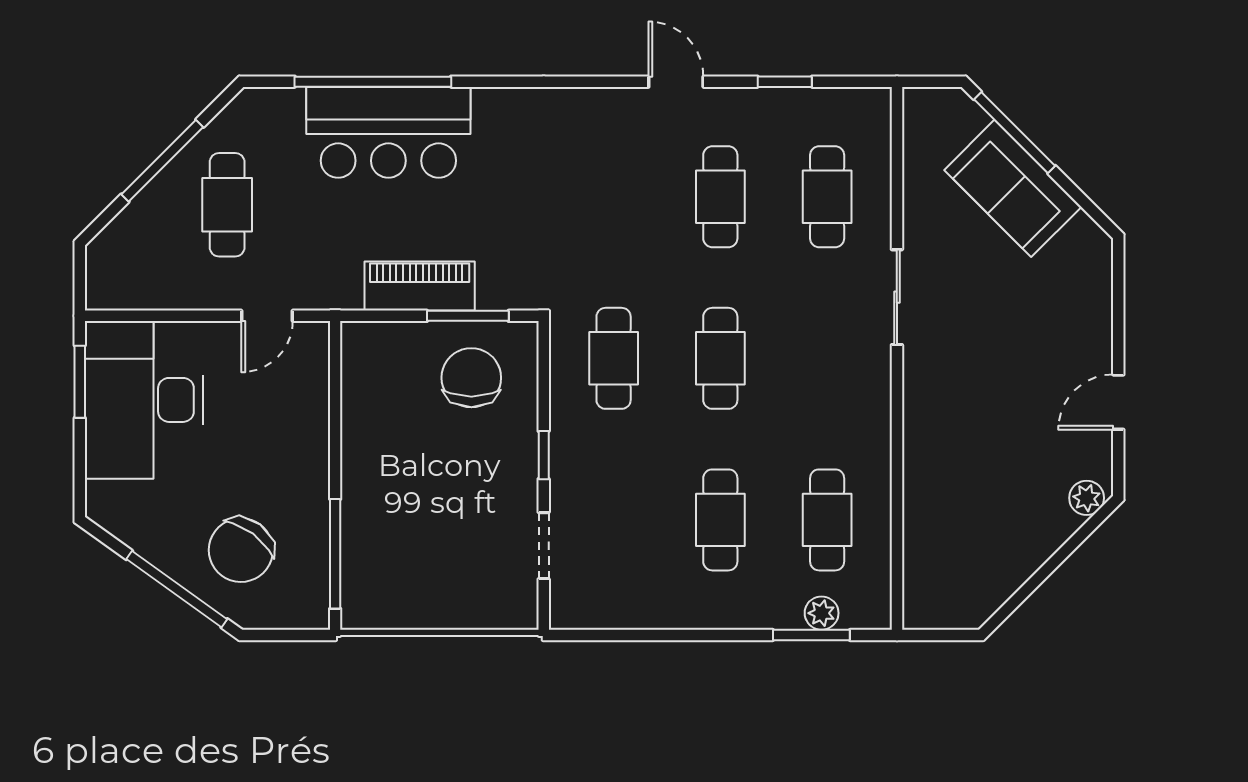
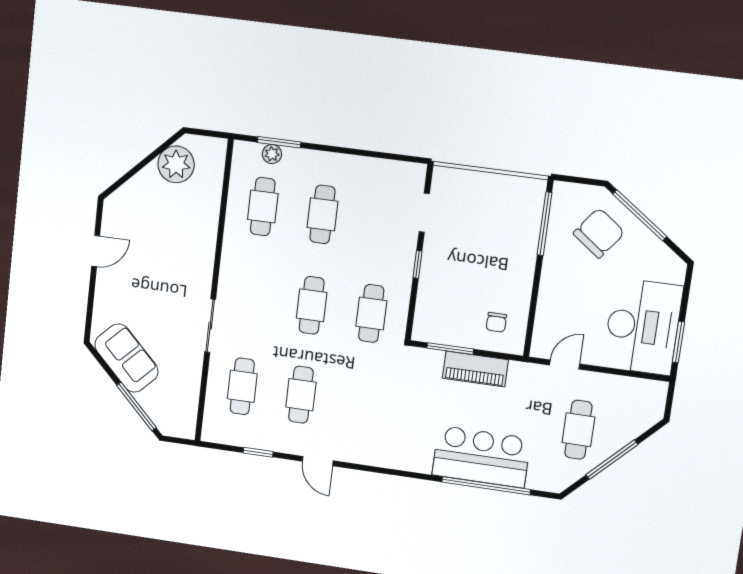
sofa: (1013, 188) -> (126, 358), moved
chair: (471, 378) -> (496, 322), moved, width x0.54, depth x0.54
plant: (1087, 498) -> (176, 164), moved, width x1.87, depth x1.87

